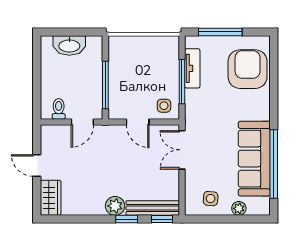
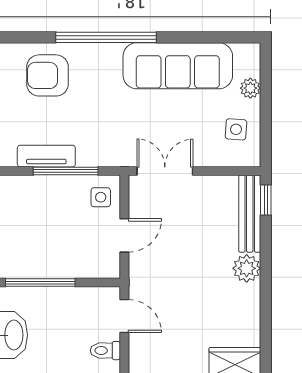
armchair: (248, 69) -> (48, 75), width x0.73, depth x0.73
window: (105, 85) -> (40, 283), moved
double door: (182, 150) -> (165, 171), swing flipped
window: (274, 164) -> (106, 37), moved
window: (127, 219) -> (266, 252), removed

